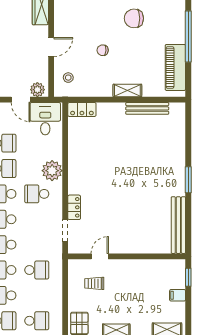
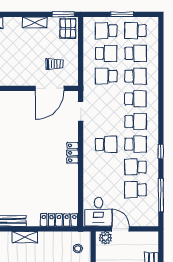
locker: (82, 109) -> (59, 220), width x1.53
plant: (52, 171) -> (92, 165), removed
locker: (74, 207) -> (73, 153), moved
door: (100, 256) -> (50, 88), width x1.87
school desk: (37, 295) -> (106, 53), added

